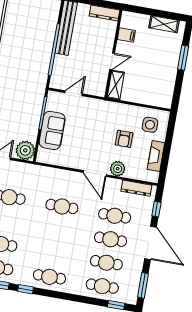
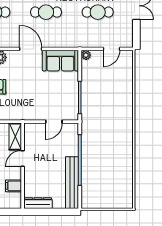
sofa: (52, 130) -> (60, 61), moved, turned -90
plant: (25, 150) -> (86, 55), width x0.53, depth x0.53
door: (95, 174) -> (31, 49), moved

